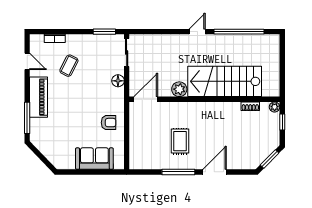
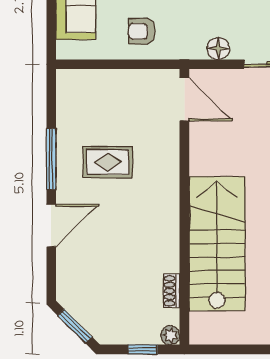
plant: (179, 89) -> (203, 161), removed
armchair: (109, 123) -> (142, 31), turned 90
door: (215, 172) -> (51, 225), hinge flipped

